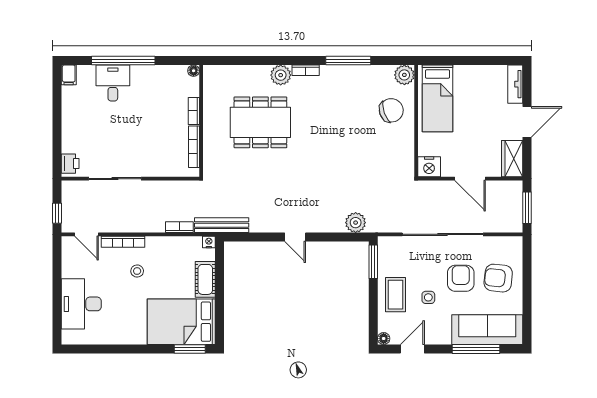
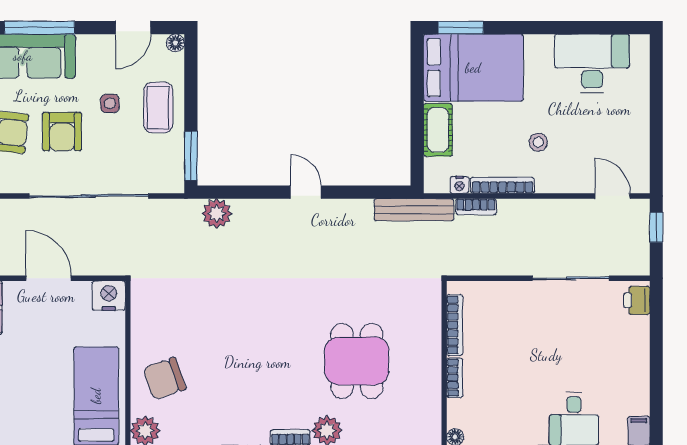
dining table: (260, 122) -> (357, 361), width x0.73
bookcase: (123, 242) -> (503, 185), moved
nightstand: (209, 242) -> (459, 185), moved
desk: (81, 304) -> (592, 63), moved, turned -90

